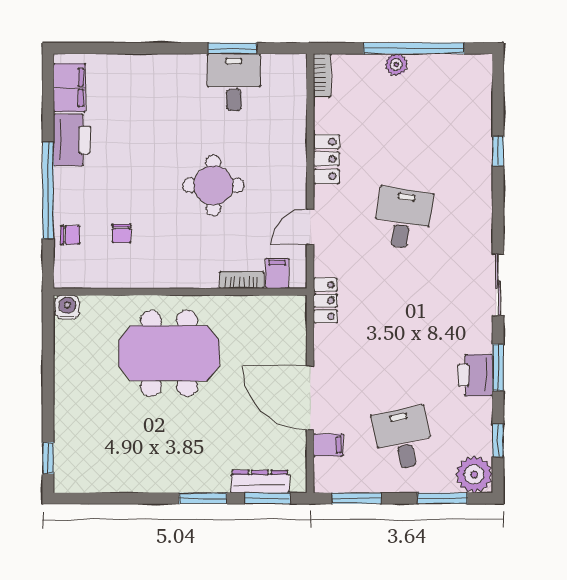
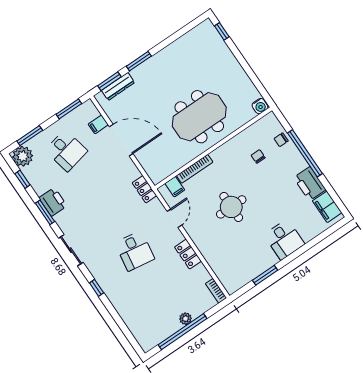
desk: (234, 82) -> (284, 240), moved
window: (498, 151) -> (97, 288), moved
bookcase: (242, 280) -> (195, 169), width x1.56

